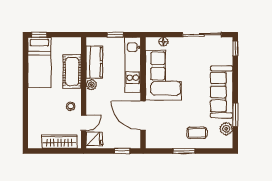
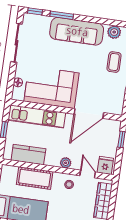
plant: (91, 85) -> (66, 163), moved
window: (235, 115) -> (62, 15), moved

